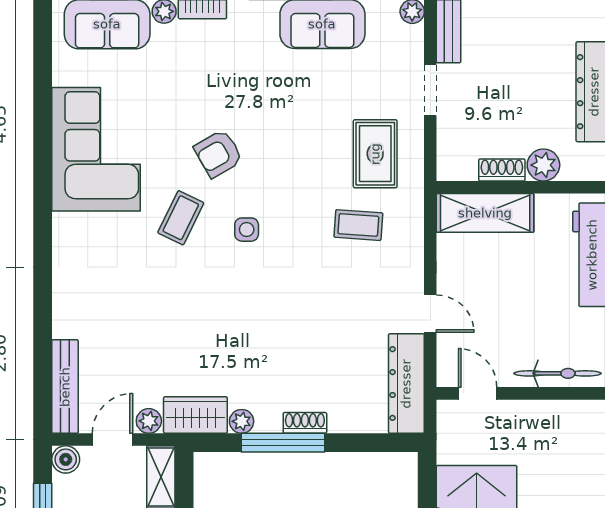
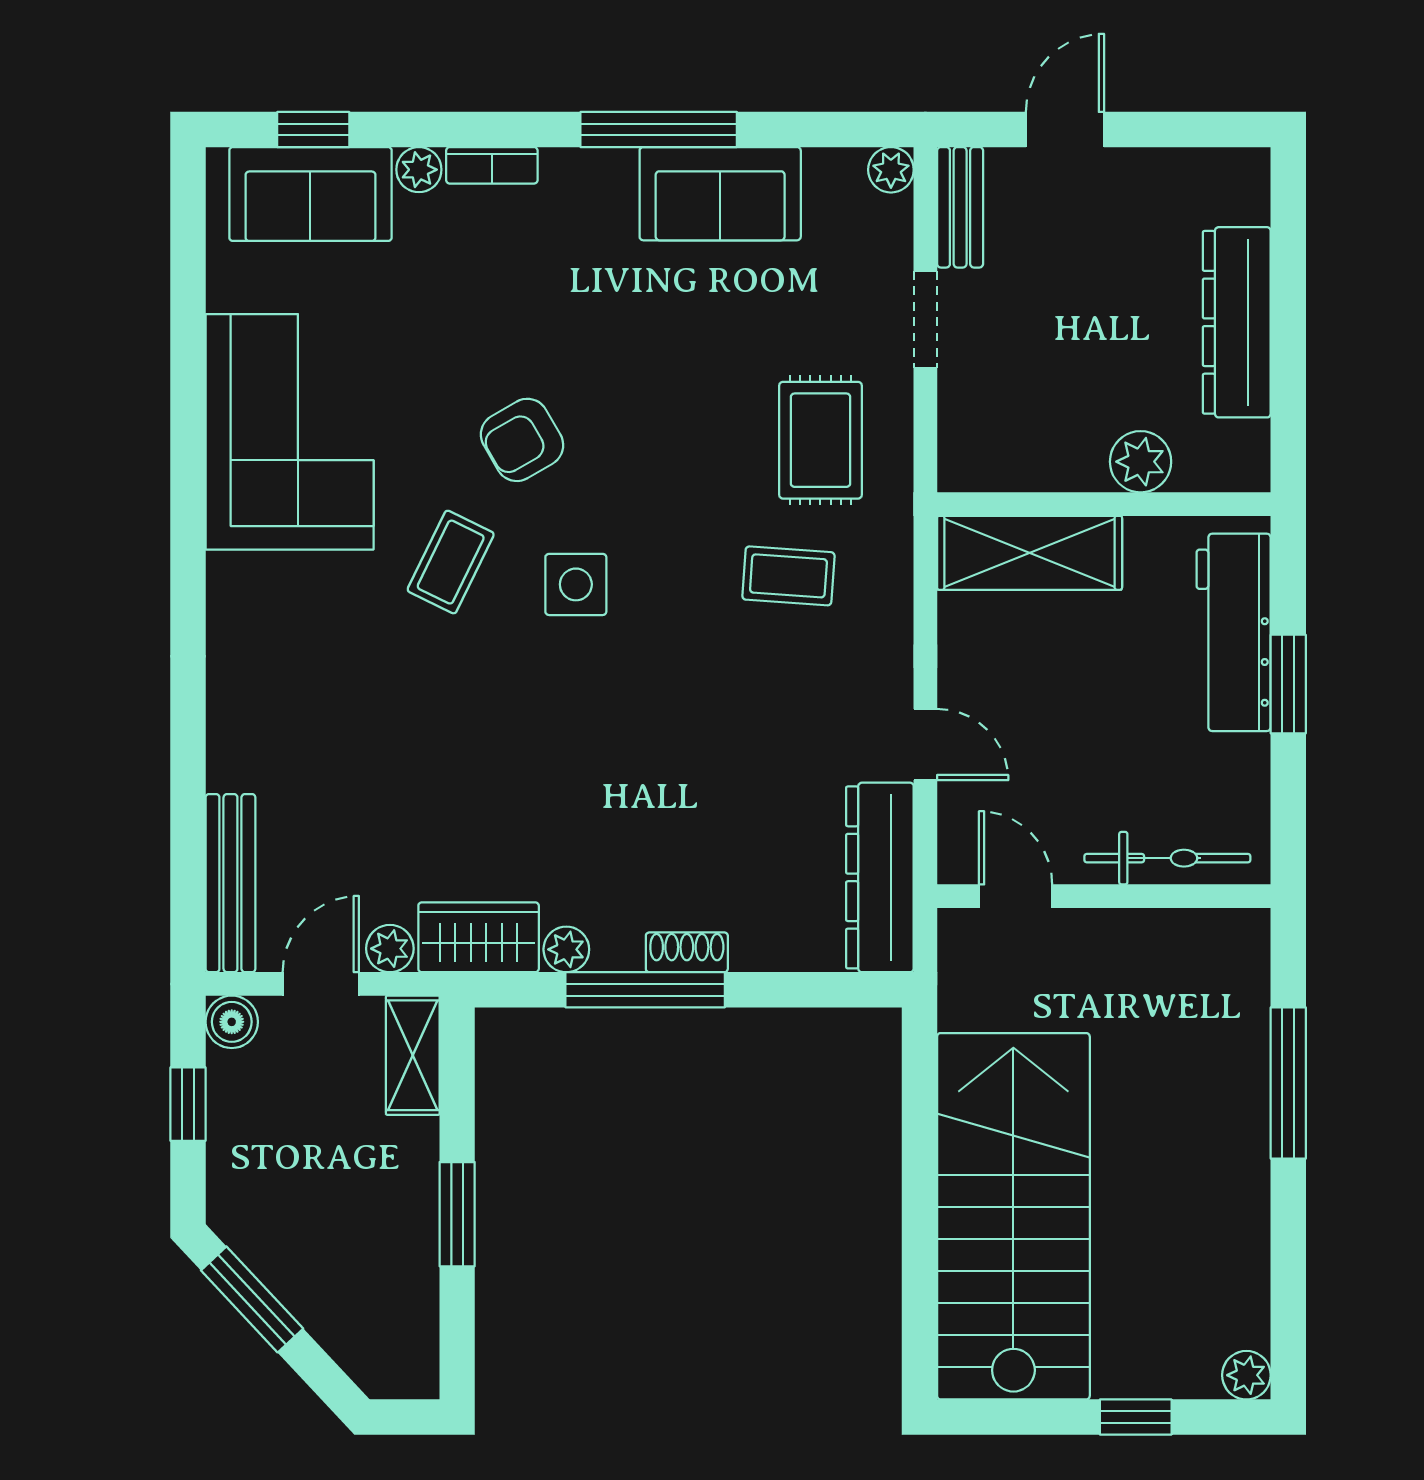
shoe rack: (502, 170) -> (1061, 471), removed
side table: (247, 230) -> (576, 584), width x1.37, depth x1.37

